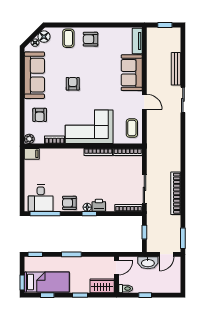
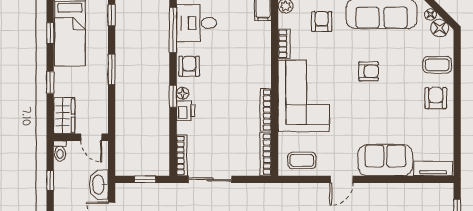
armchair: (40, 115) -> (322, 22), turned 90

